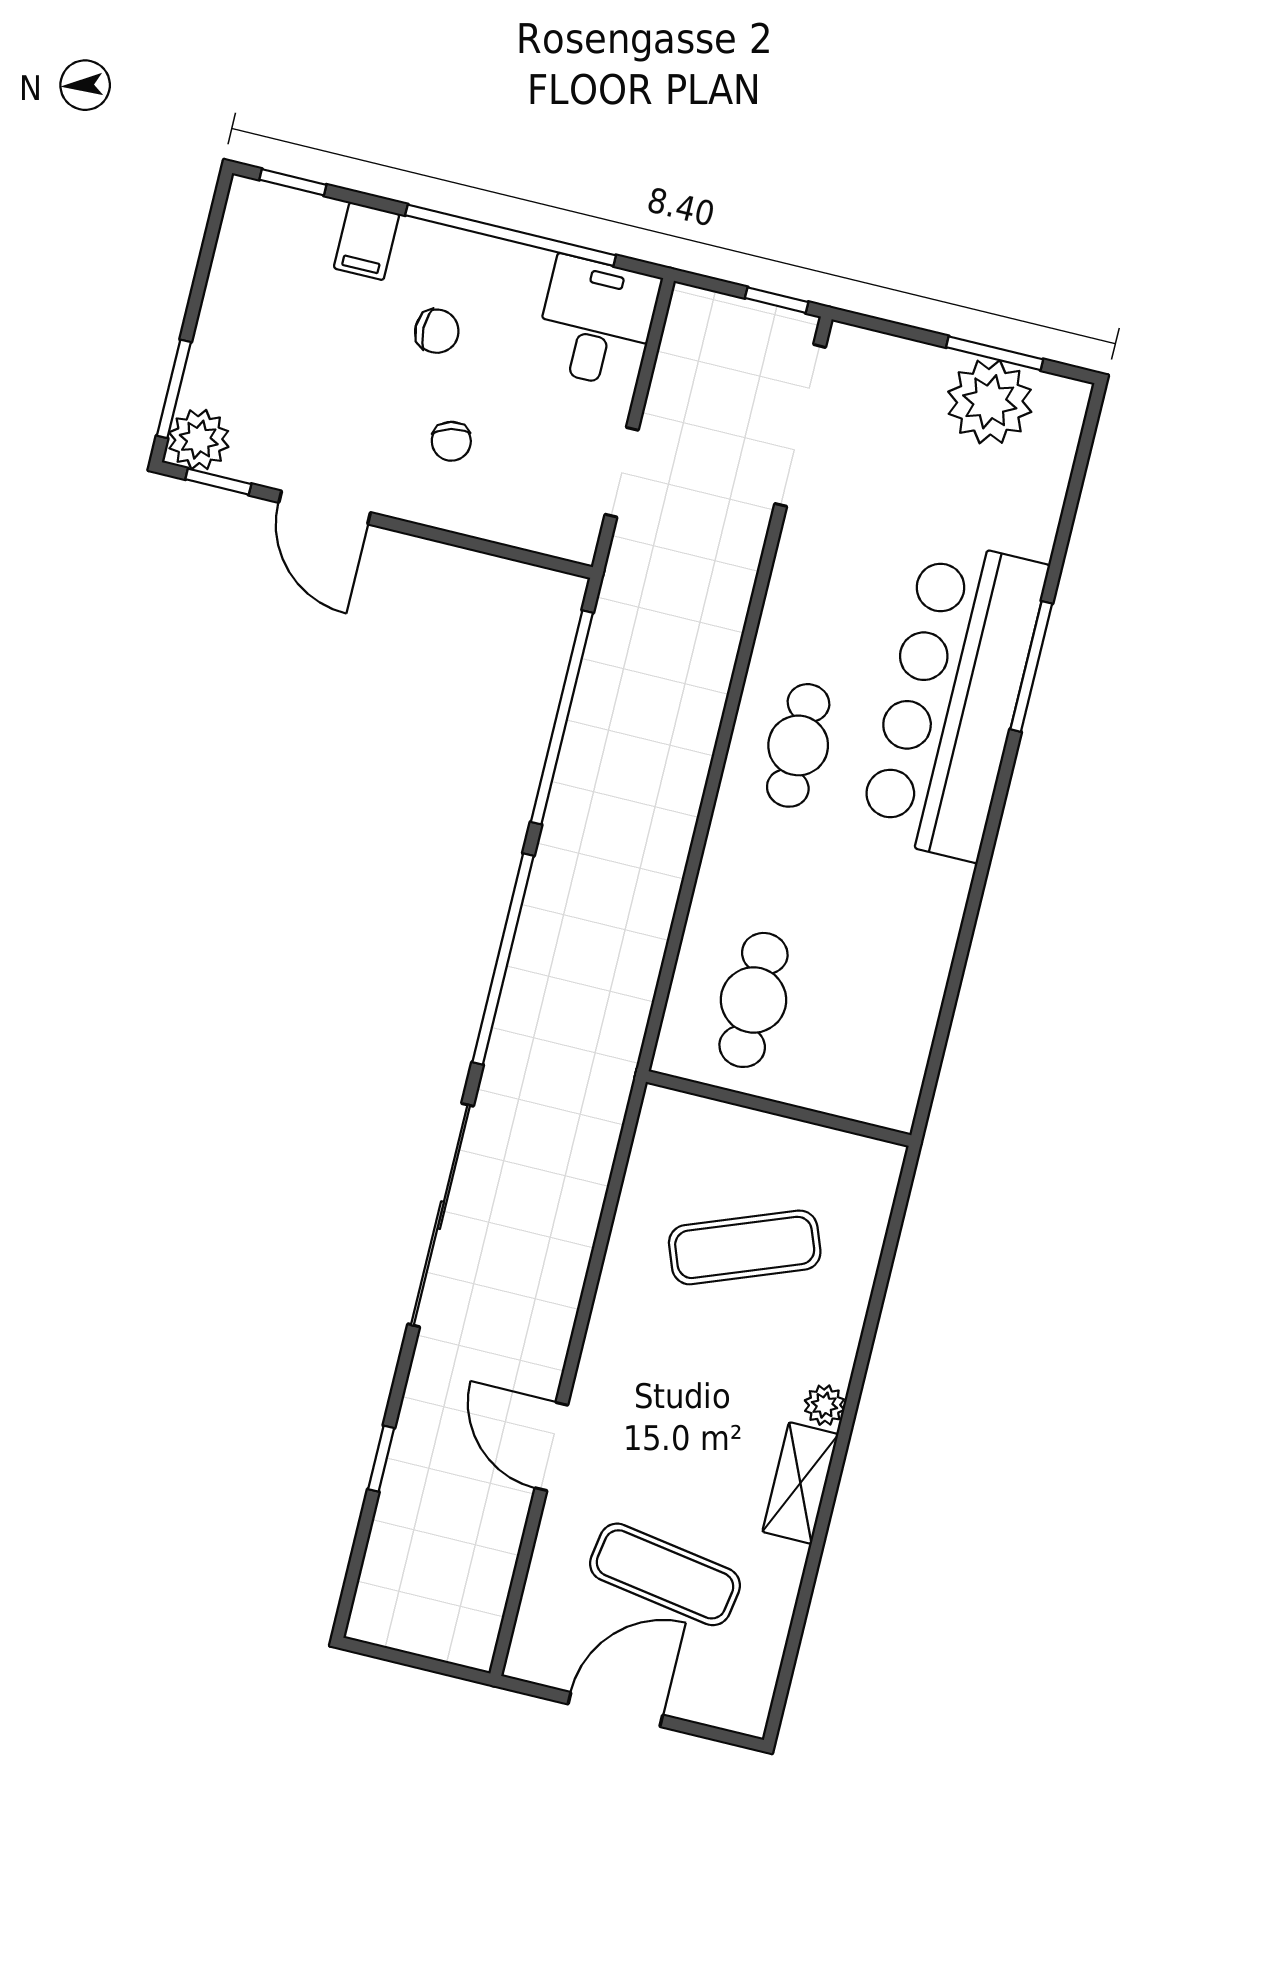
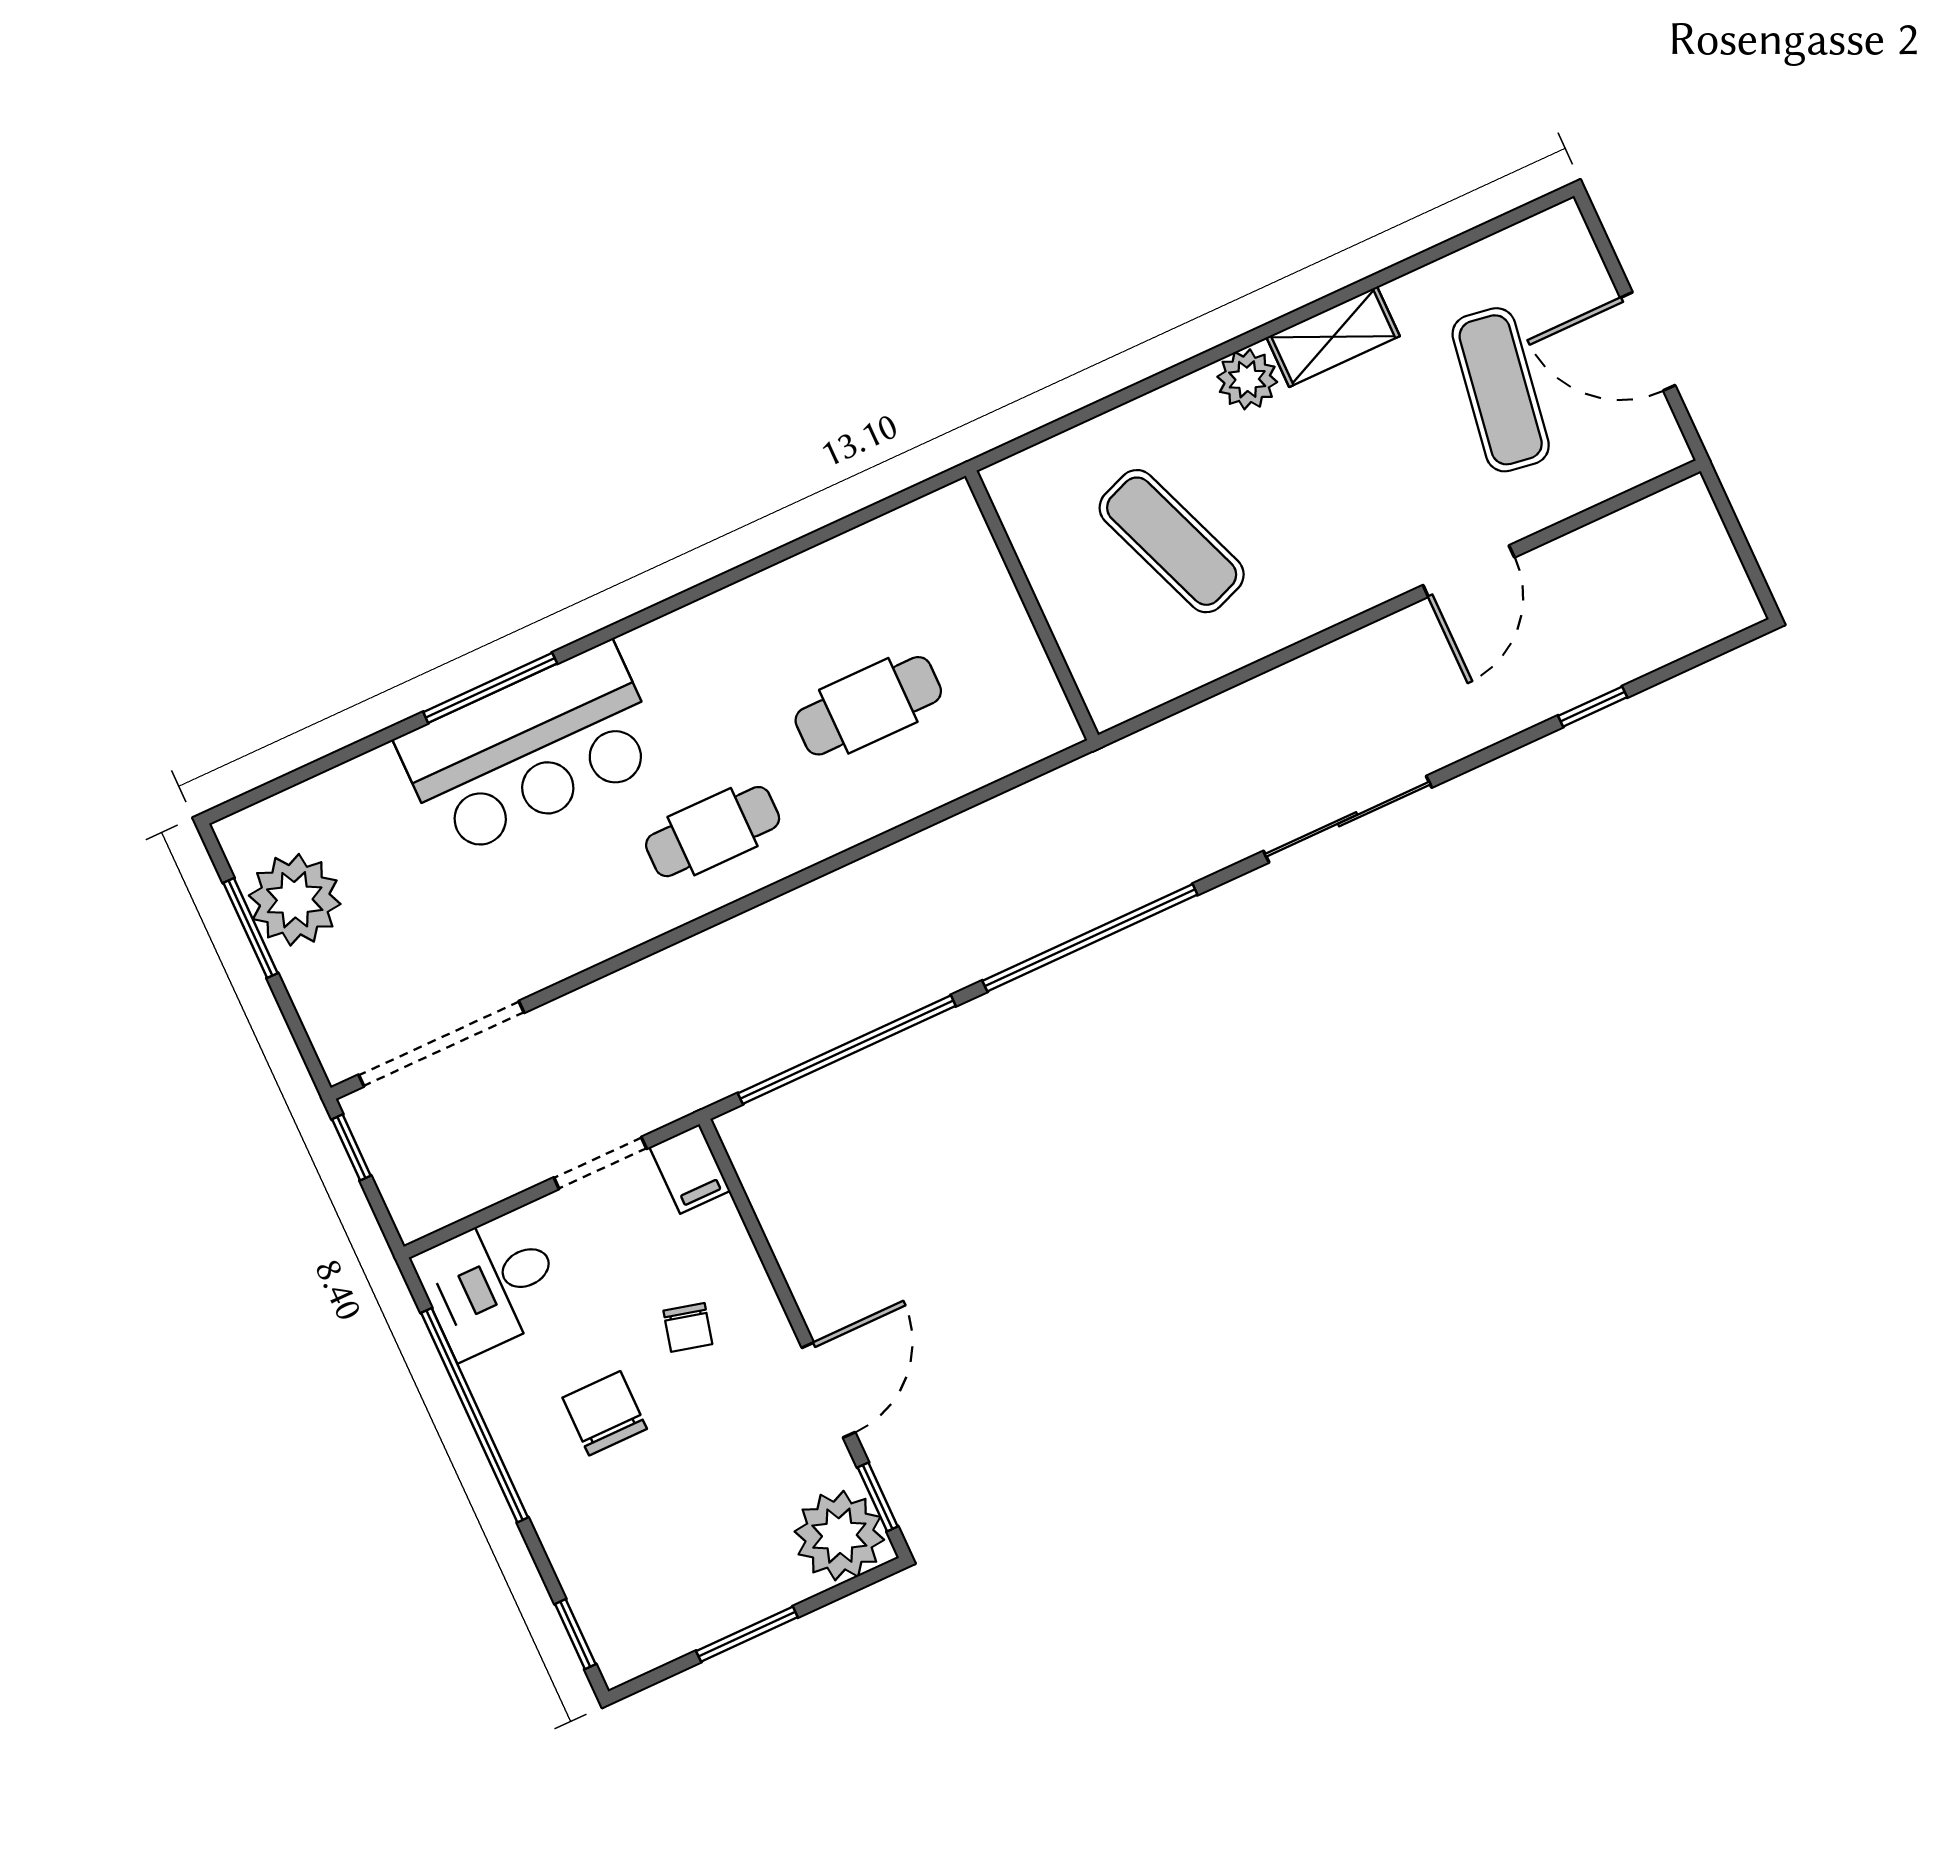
filing cabinet: (367, 241) -> (690, 1169), moved, turned 90
chair: (437, 331) -> (605, 1413), width x1.37, depth x1.37
window: (174, 389) -> (747, 1634), moved
plant: (199, 440) -> (839, 1536), width x1.36, depth x1.36
chair: (451, 441) -> (688, 1327), turned 119
bar counter: (953, 700) -> (530, 750), width x0.73
cafe table: (753, 1000) -> (868, 706), moved
sliding door: (441, 1215) -> (1348, 819), width x0.73
plant: (825, 1405) -> (1247, 379), width x1.38, depth x1.38

